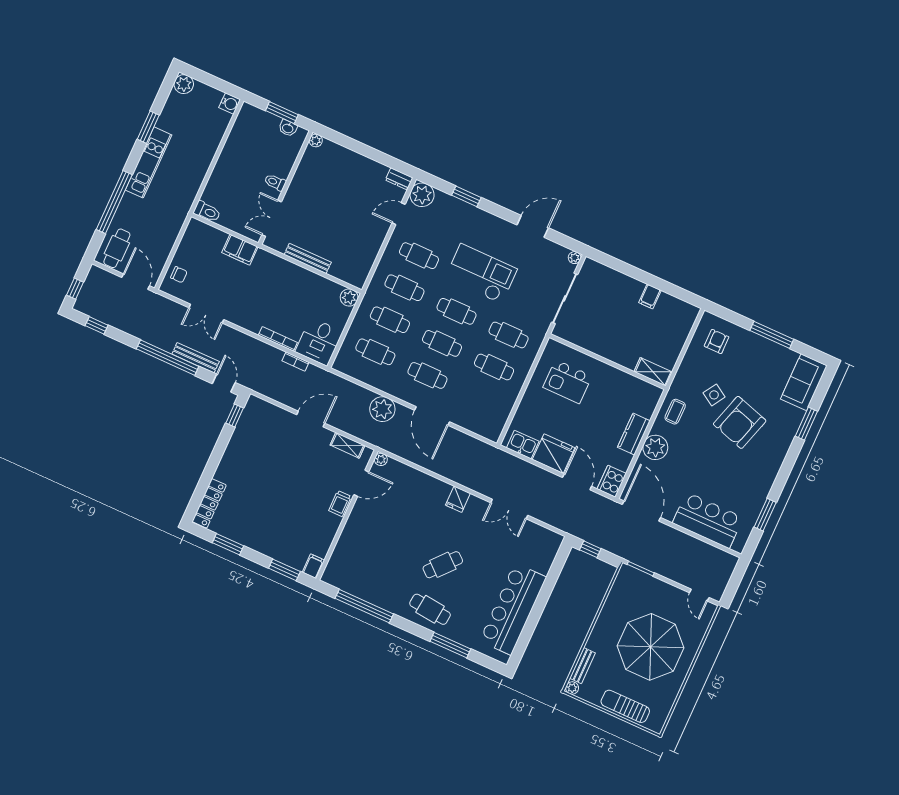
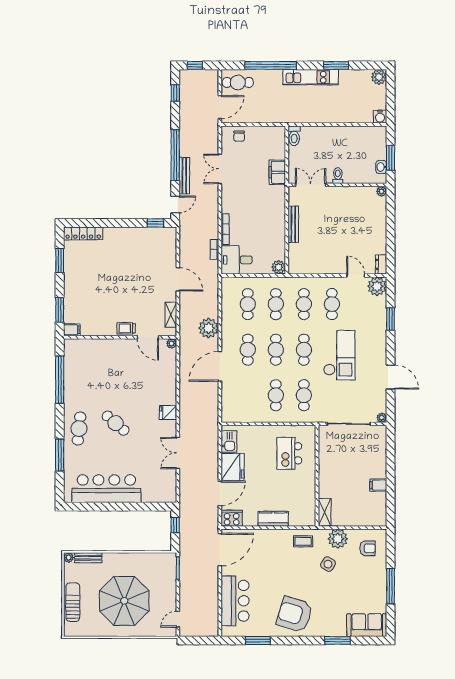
armchair: (740, 422) -> (295, 614), moved
plant: (655, 447) -> (338, 539), moved

